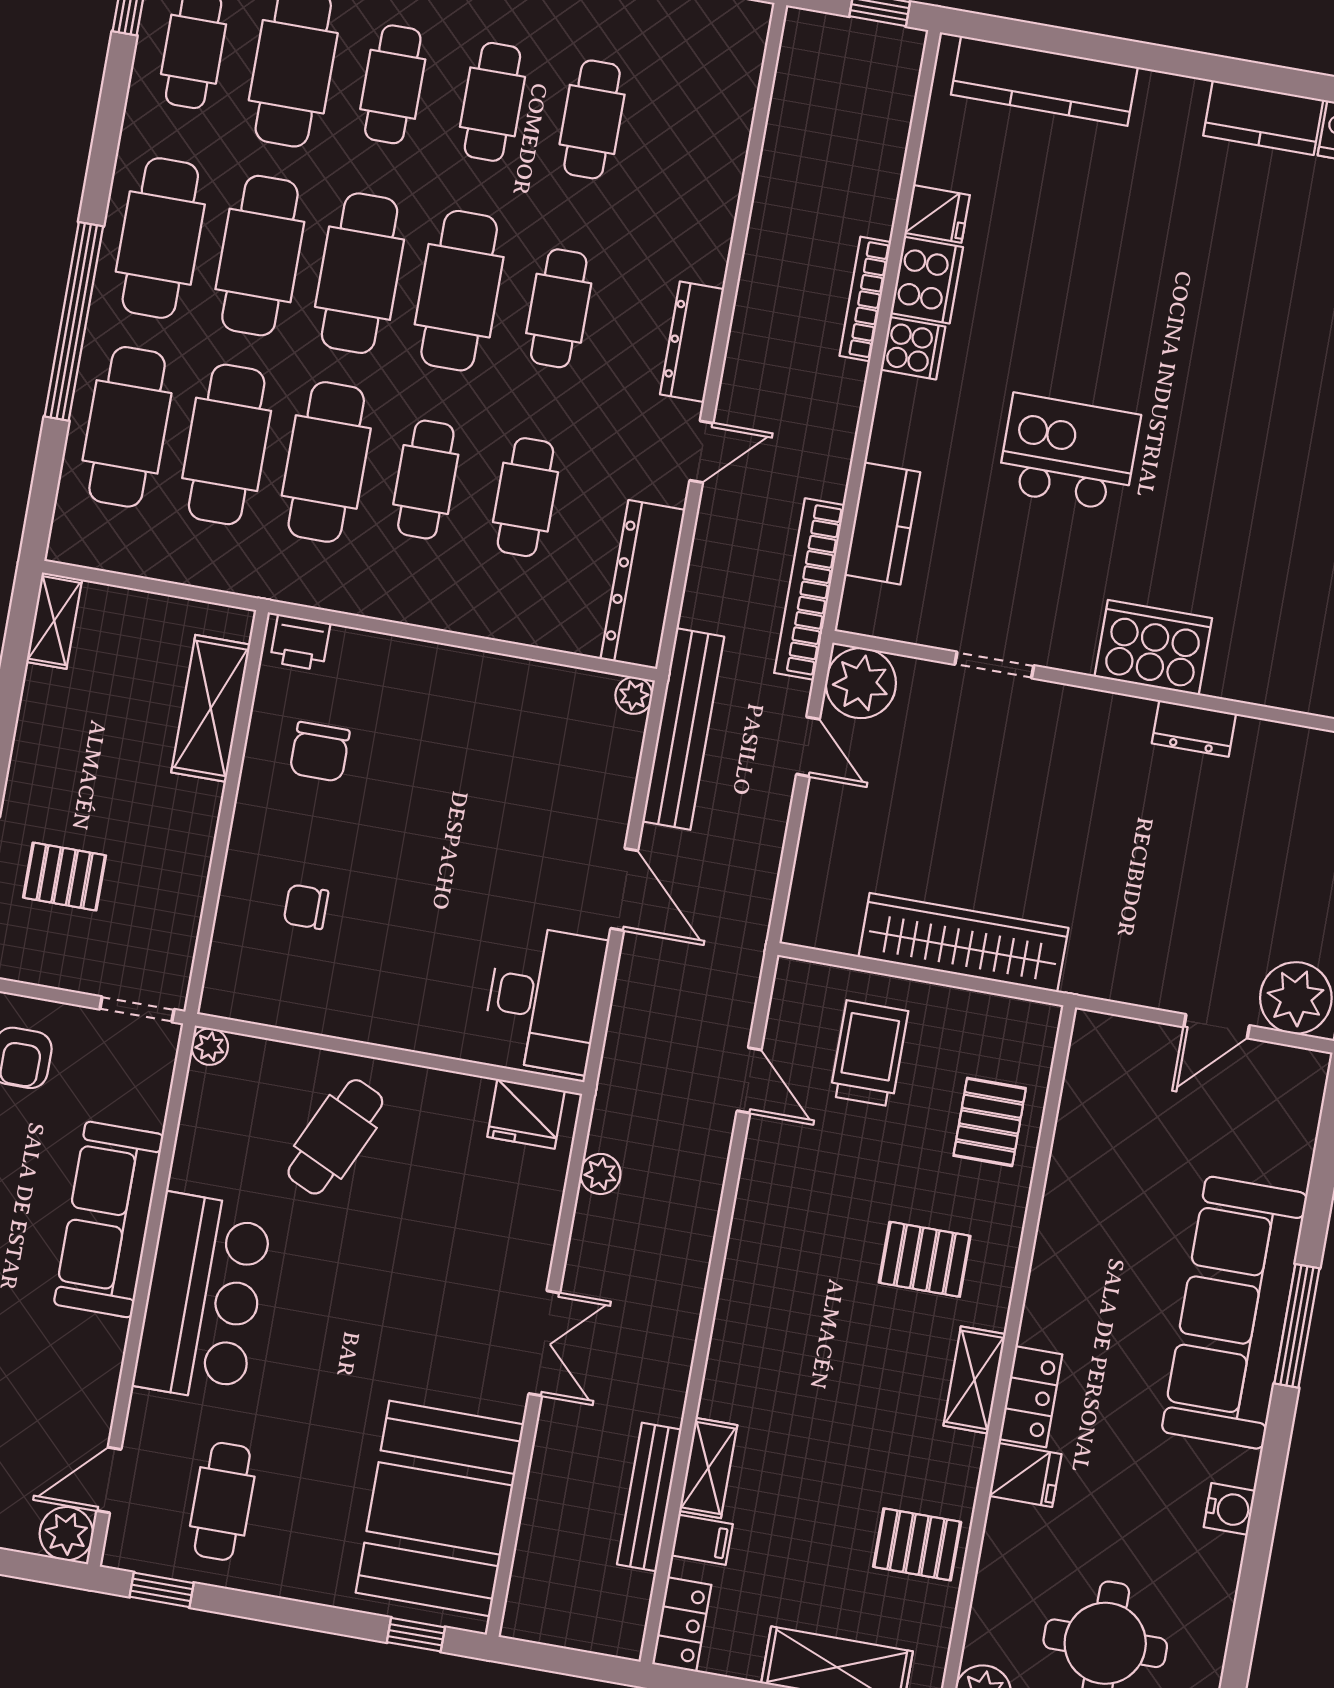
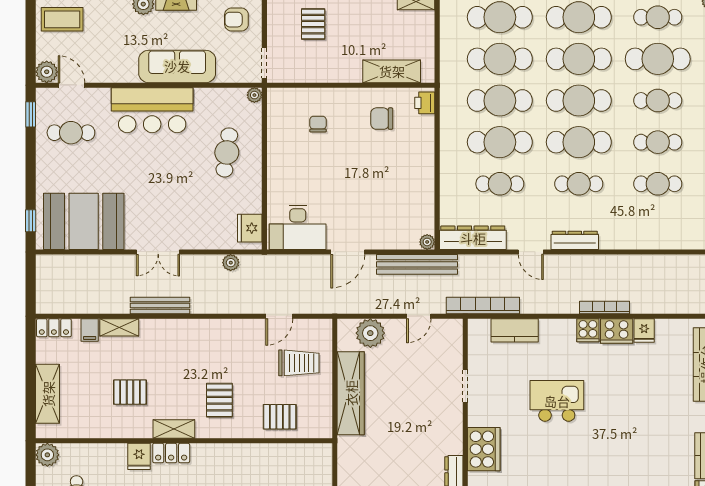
kitchen island: (1069, 452) -> (557, 401), turned -90
cafe table: (426, 480) -> (500, 142), width x1.37, depth x1.35
plant: (861, 683) -> (370, 333), moved
cafe table: (335, 1137) -> (227, 152), turned 73
bench: (649, 1497) -> (160, 306), moved
pallet: (917, 1544) -> (130, 392), moved, turned 90

